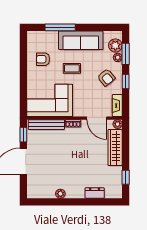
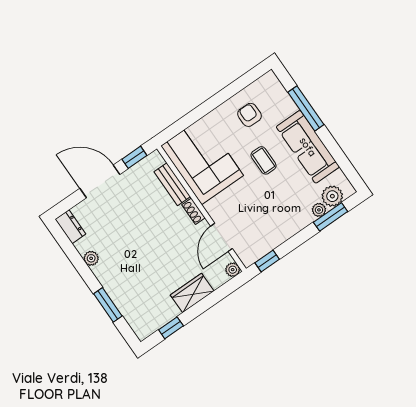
armchair: (106, 77) -> (283, 213), removed
window: (126, 81) -> (267, 261), moved
fireplace: (117, 106) -> (256, 253), removed
bench: (46, 125) -> (172, 184), width x0.73
wardrobe: (115, 148) -> (192, 293), width x0.67
dresser: (95, 193) -> (70, 227), moved
window: (91, 202) -> (108, 305), added

